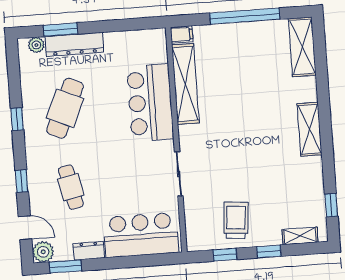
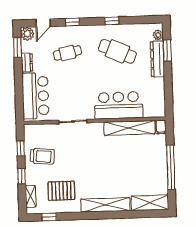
shelving: (309, 129) -> (105, 205), width x1.47
pallet: (289, 188) -> (61, 191), added

